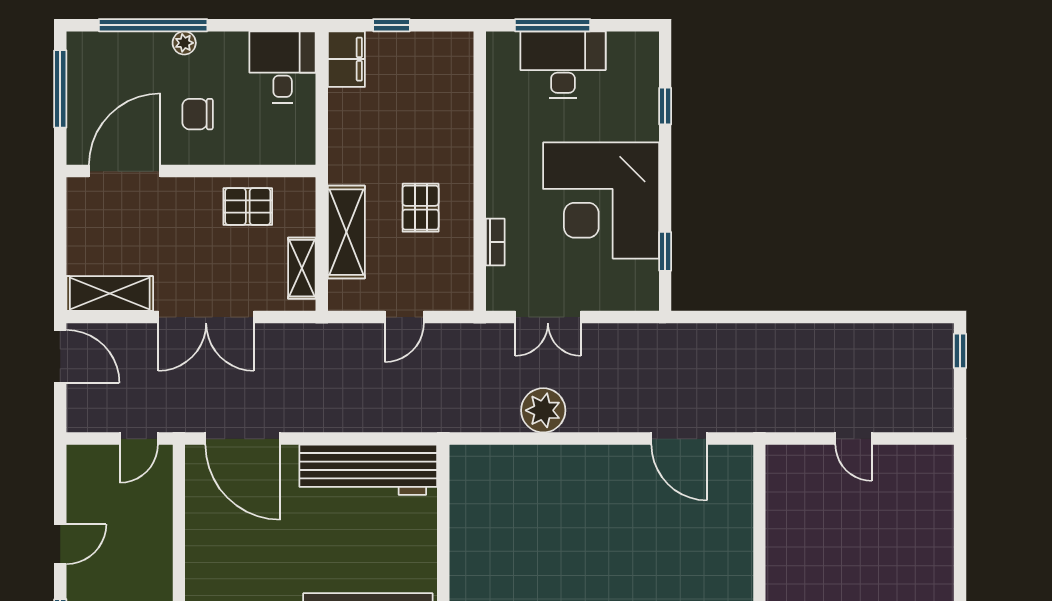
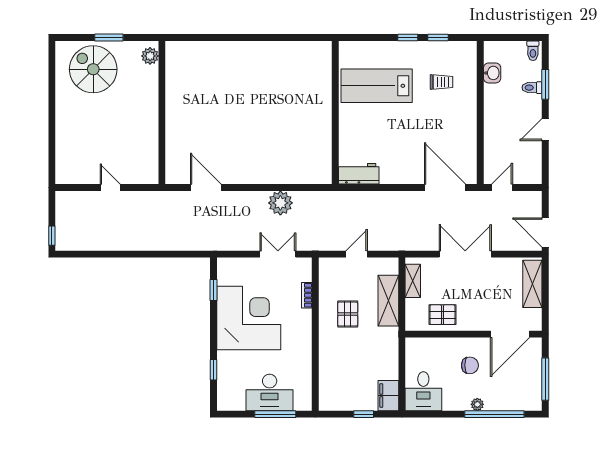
shelving: (110, 294) -> (532, 284), moved, turned 90
workbench: (368, 470) -> (359, 174), width x0.53, depth x0.76

